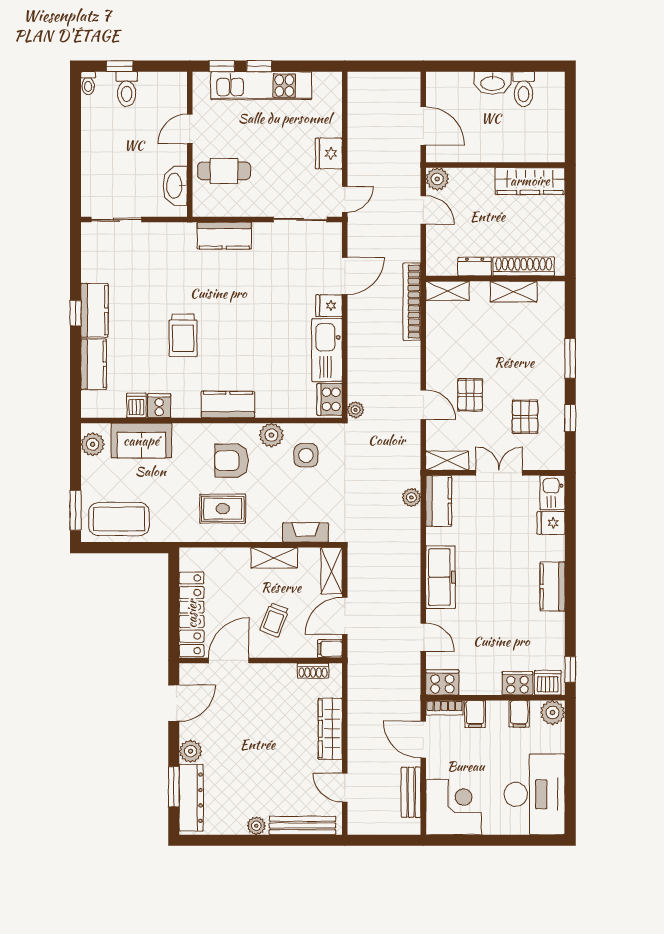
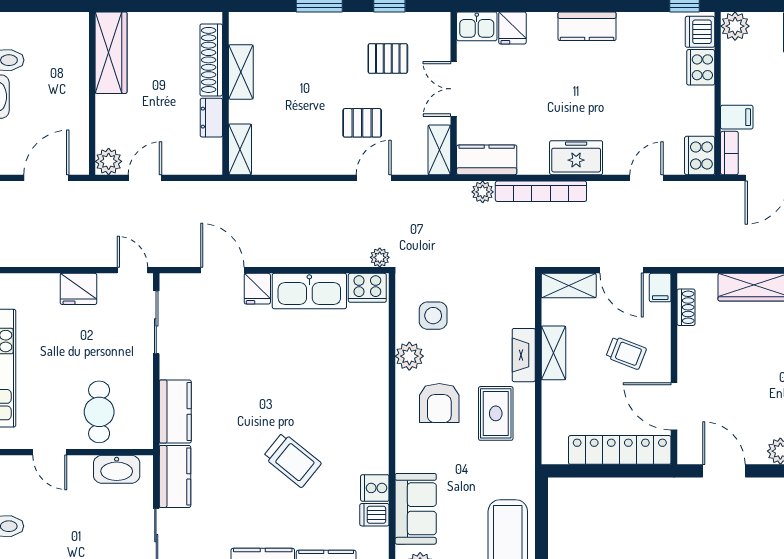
bookcase: (412, 302) -> (541, 191), moved
trolley: (183, 335) -> (292, 460), turned 39
kitchen counter: (228, 404) -> (175, 476), moved, turned 180
fireplace: (306, 532) -> (524, 355), moved
freezer: (441, 577) -> (576, 158), width x0.71
filing cabinet: (519, 714) -> (737, 65), removed

